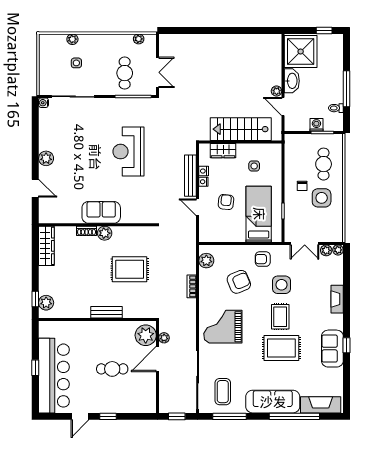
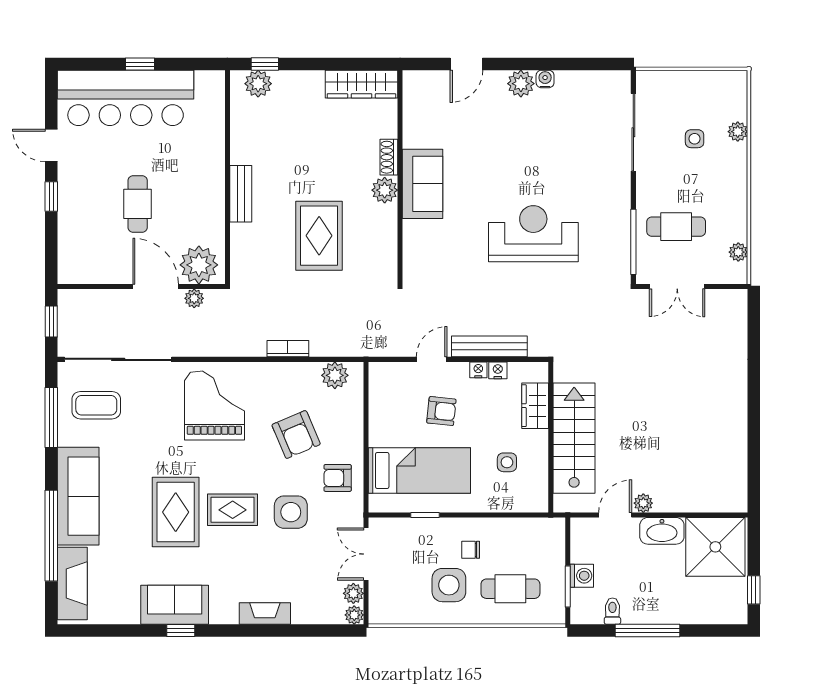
water cooler: (44, 103) -> (545, 79), moved
armchair: (263, 259) -> (338, 478), turned -90

